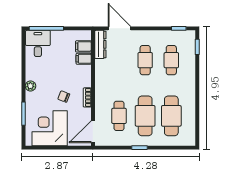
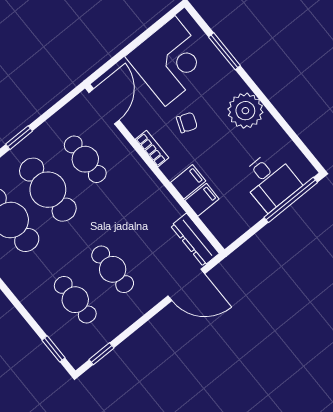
desk: (38, 43) -> (270, 181), moved
filing cabinet: (83, 46) -> (188, 182), moved
plant: (30, 86) -> (245, 111), width x1.87, depth x1.87

